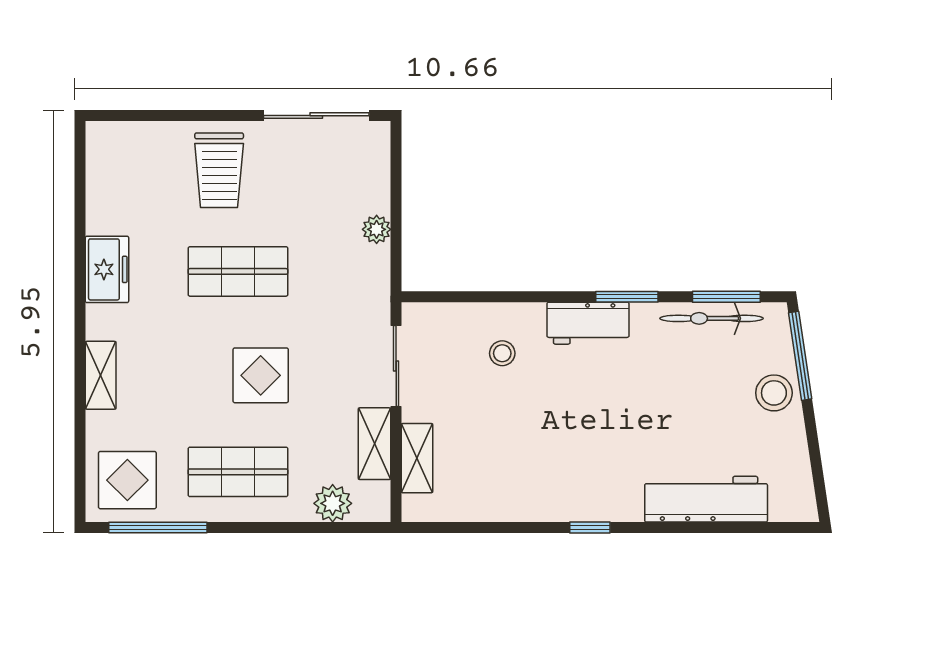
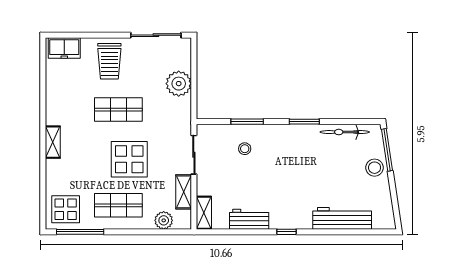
plant: (377, 229) -> (179, 84), width x1.87, depth x1.87
freezer: (107, 269) -> (64, 48), moved, turned 90
window: (726, 297) -> (247, 122), moved
workbench: (588, 323) -> (249, 219), moved, turned 180
shelving: (101, 375) -> (53, 142), moved
display table: (261, 375) -> (129, 159), width x1.36, depth x1.36
shelving: (417, 458) -> (204, 213), moved

